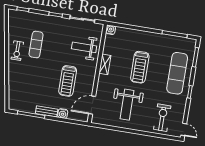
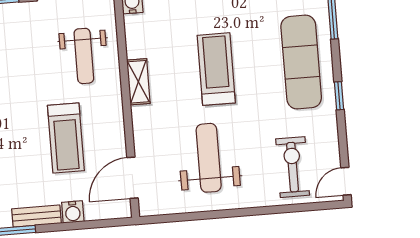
weight bench: (84, 47) -> (84, 56), turned -90
treadmill: (140, 67) -> (216, 69), turned 180
weight bench: (127, 105) -> (209, 158), turned 180
door: (184, 129) -> (346, 181), swing flipped

